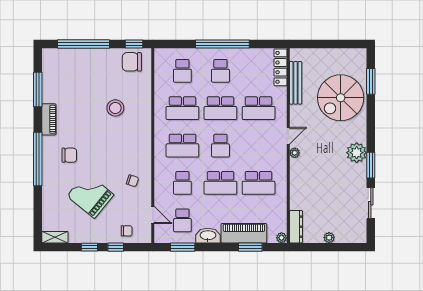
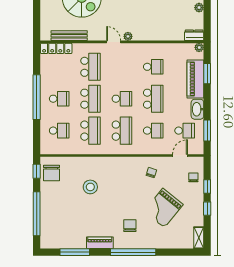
school desk: (259, 183) -> (153, 67), width x0.54
dresser: (296, 227) -> (194, 35), width x0.70

